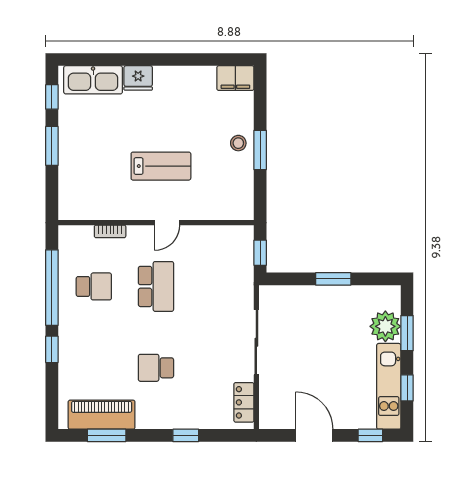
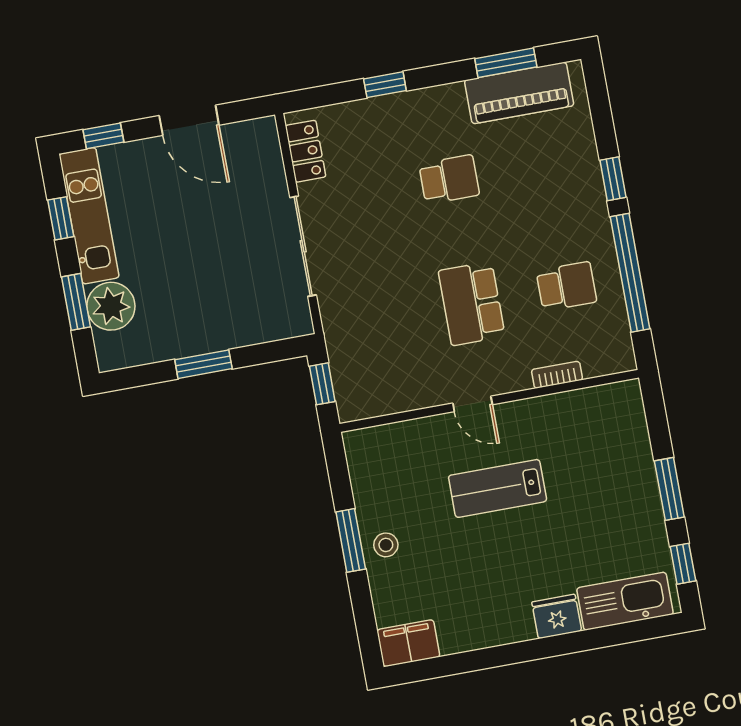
door: (167, 223) -> (473, 404), swing flipped
school desk: (94, 286) -> (566, 286), turned 180

